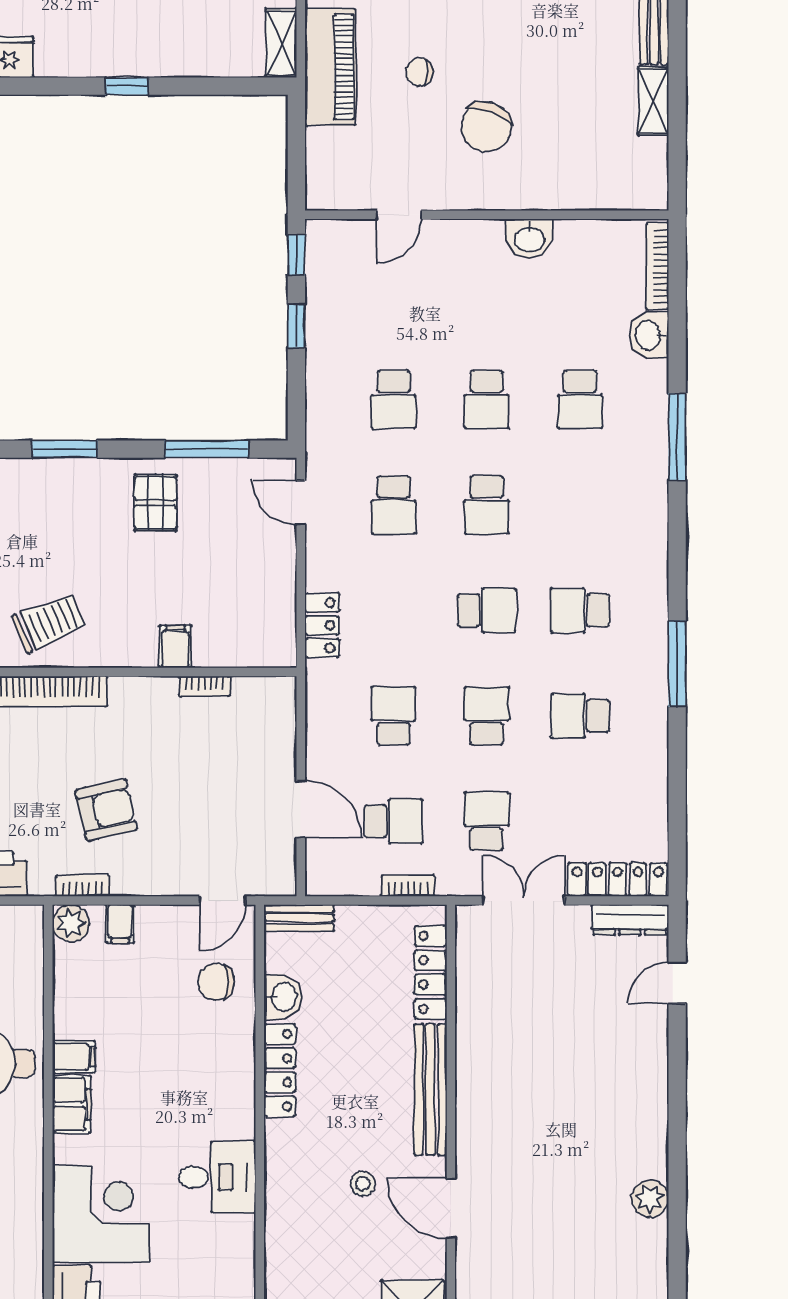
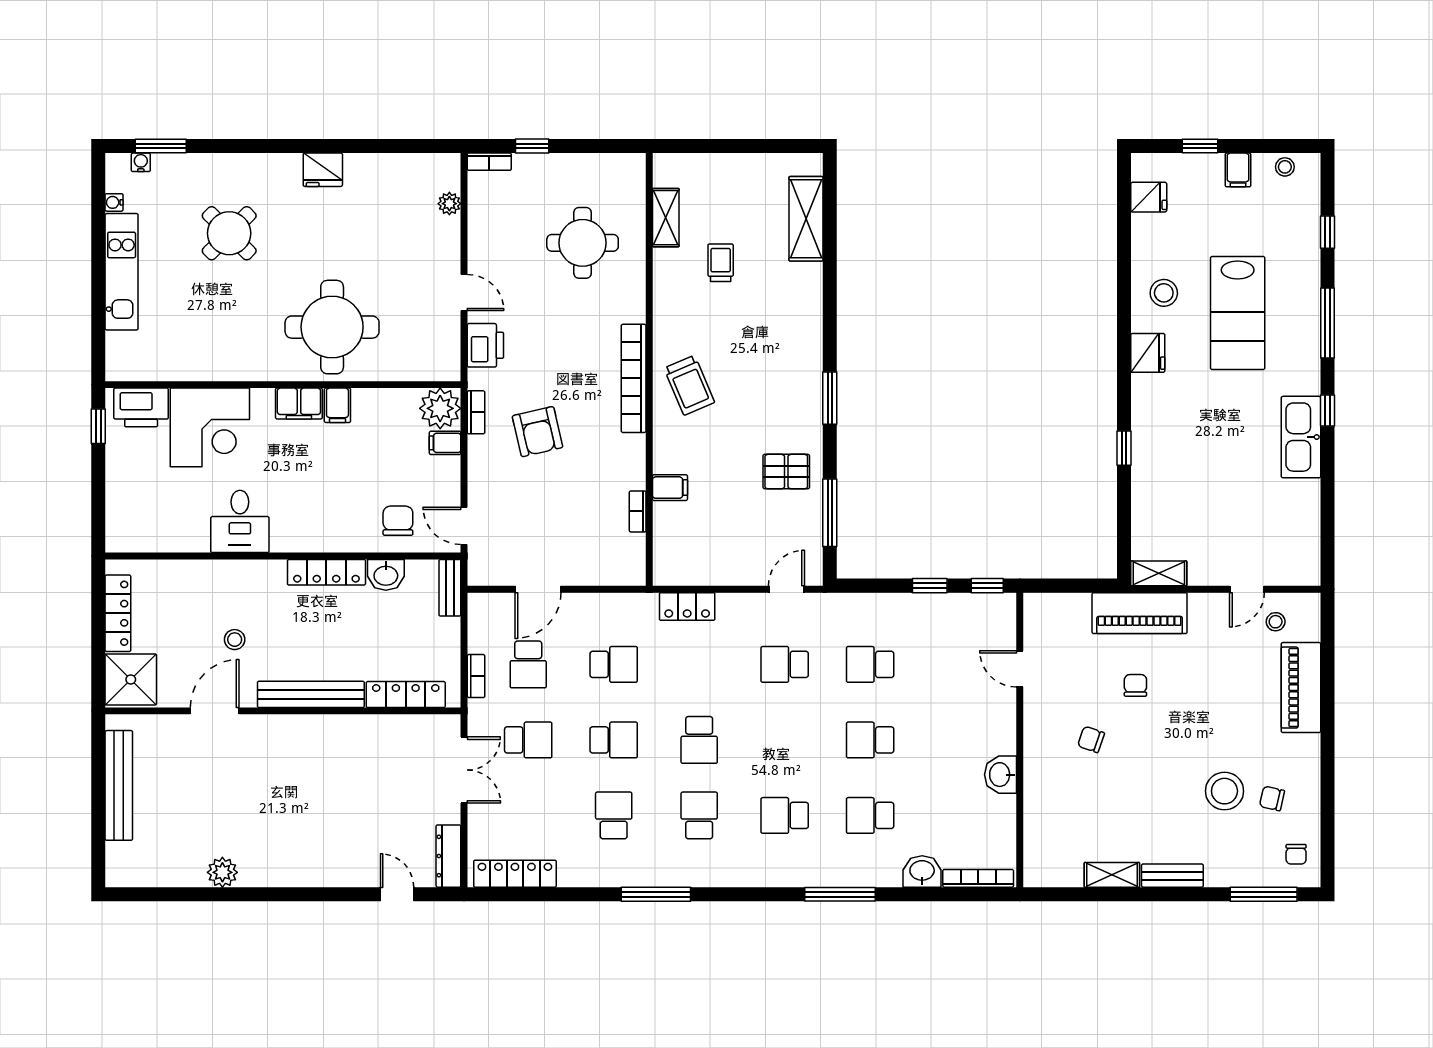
chair: (486, 127) -> (1091, 739), width x0.54, depth x0.54
school desk: (487, 505) -> (785, 815), moved
locker: (618, 880) -> (515, 874), moved, turned -90
plant: (71, 923) -> (440, 408), width x1.36, depth x1.36

